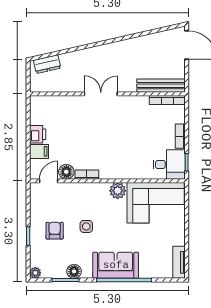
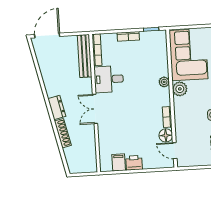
shoe rack: (76, 56) -> (63, 133), added
dresser: (47, 64) -> (57, 108), moved
filing cabinet: (39, 151) -> (119, 162), moved
desk: (169, 164) -> (109, 79), moved, turned -90
plant: (127, 173) -> (164, 82), added

